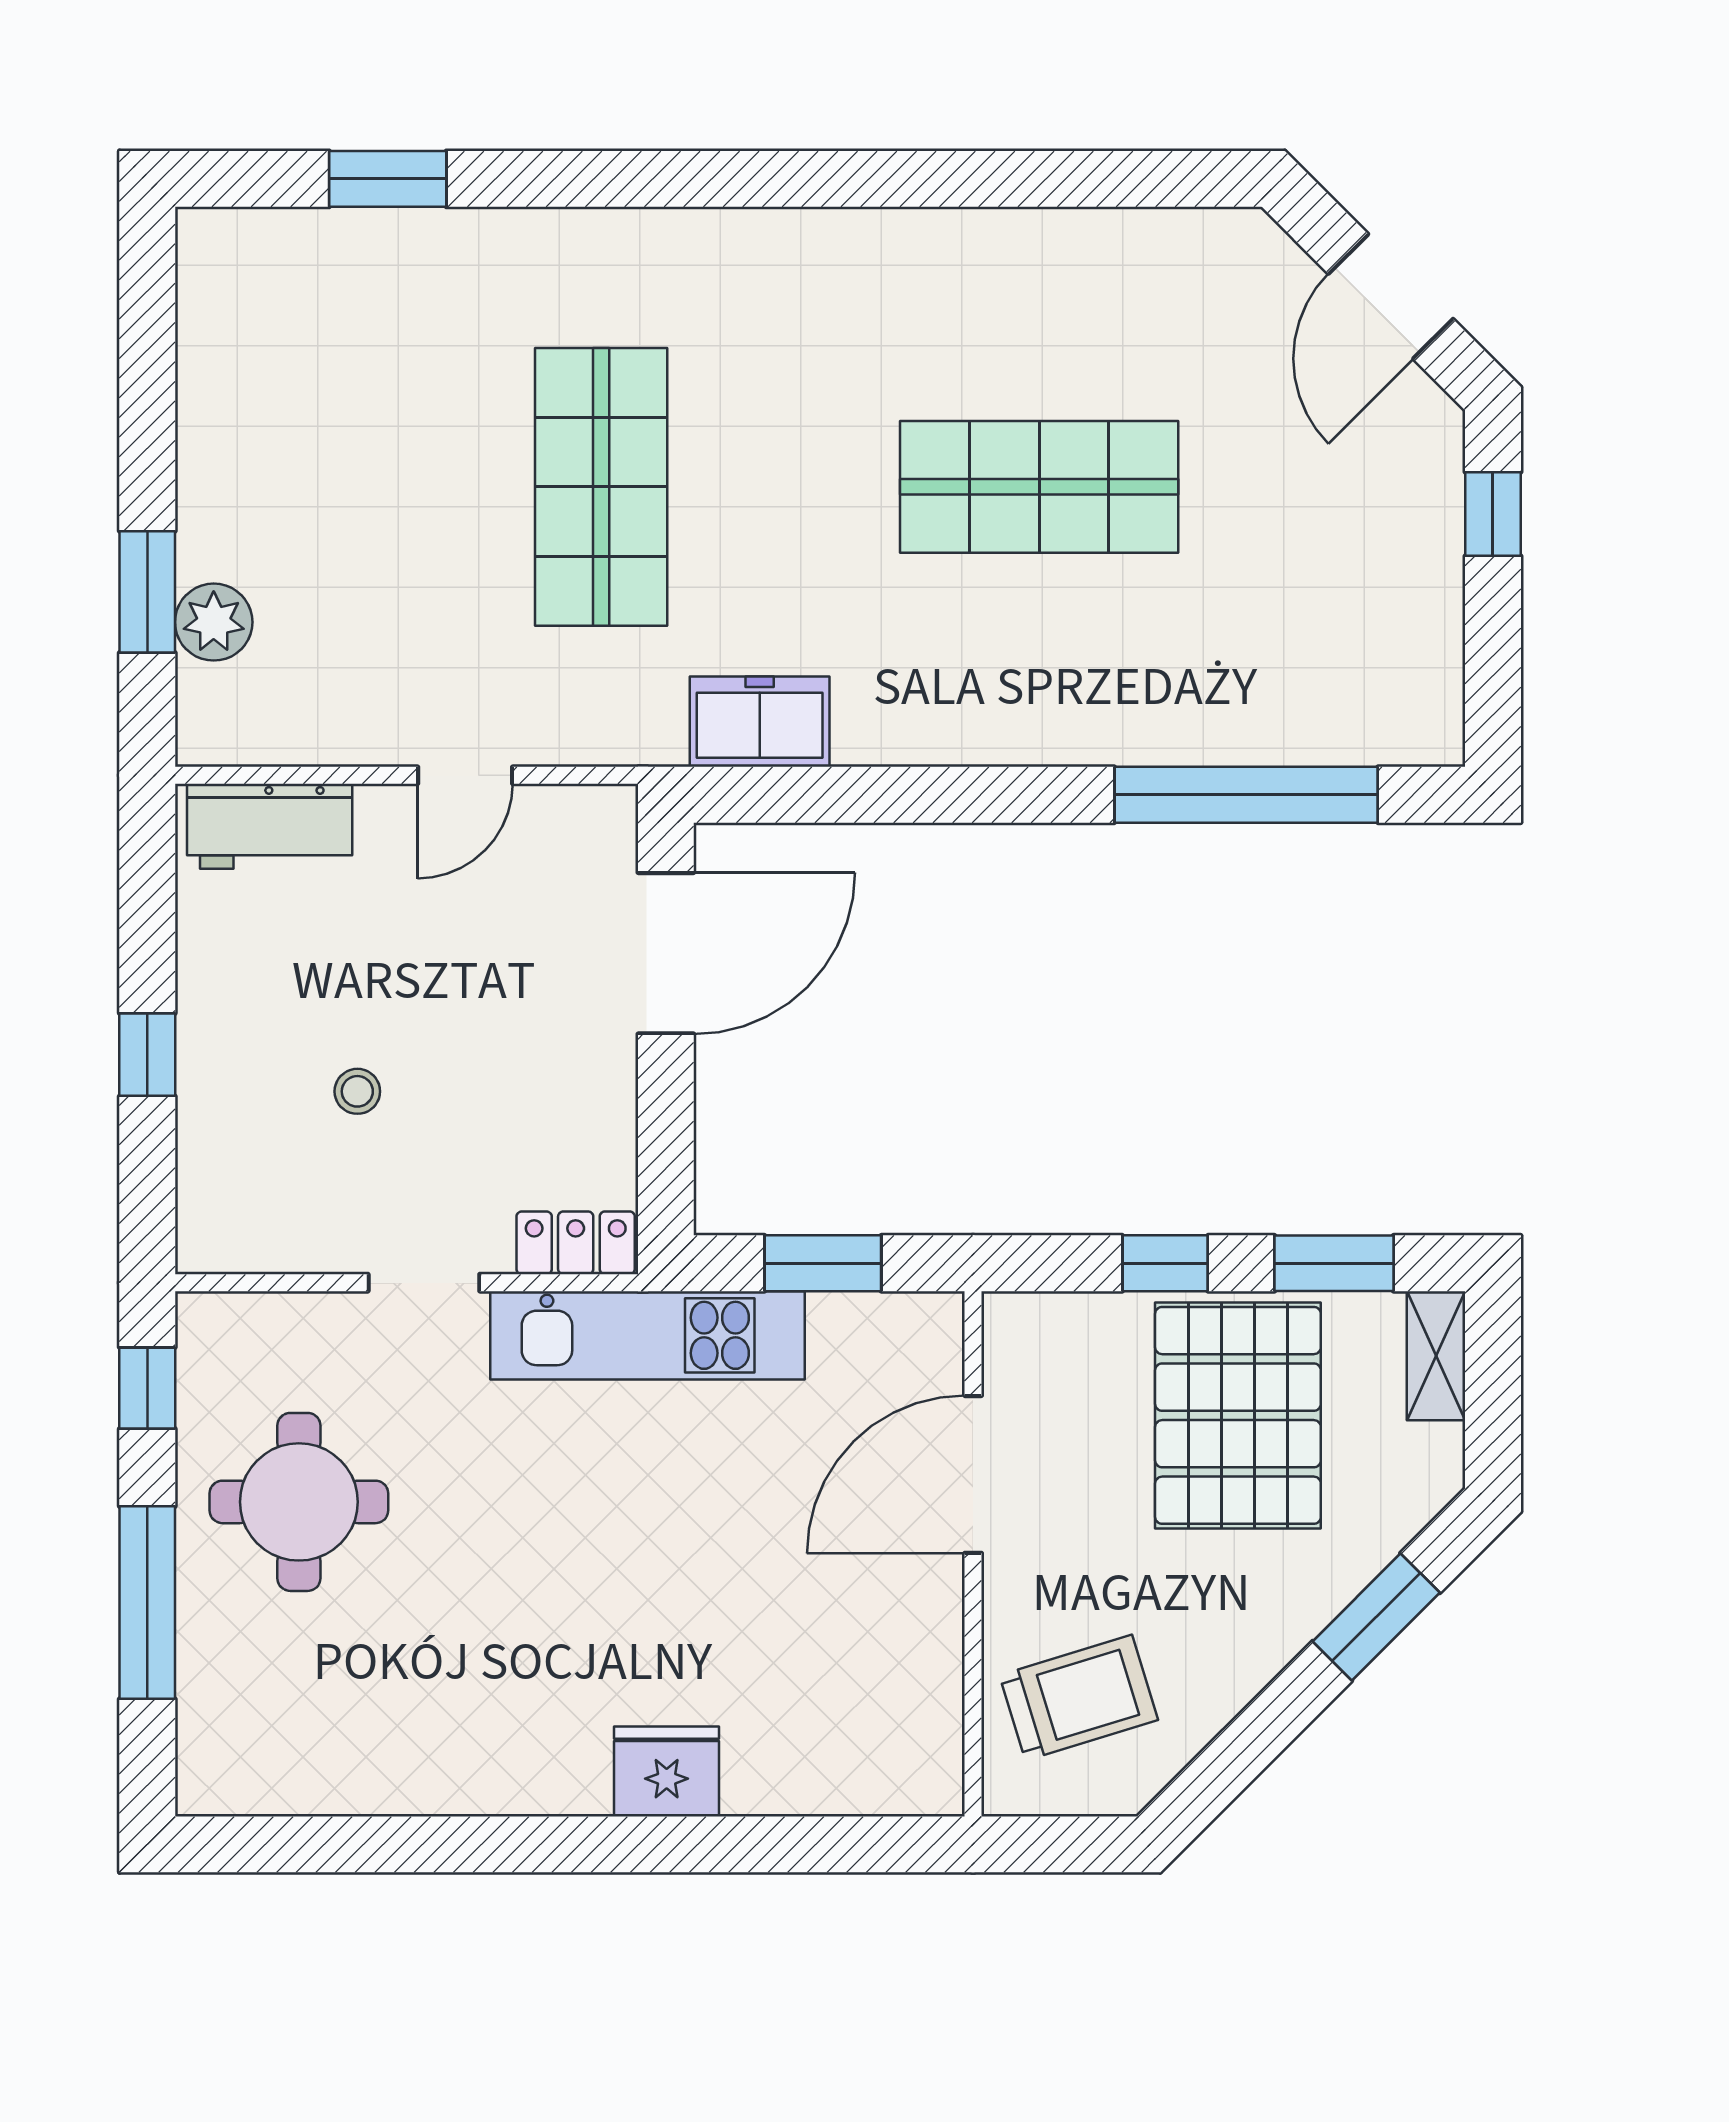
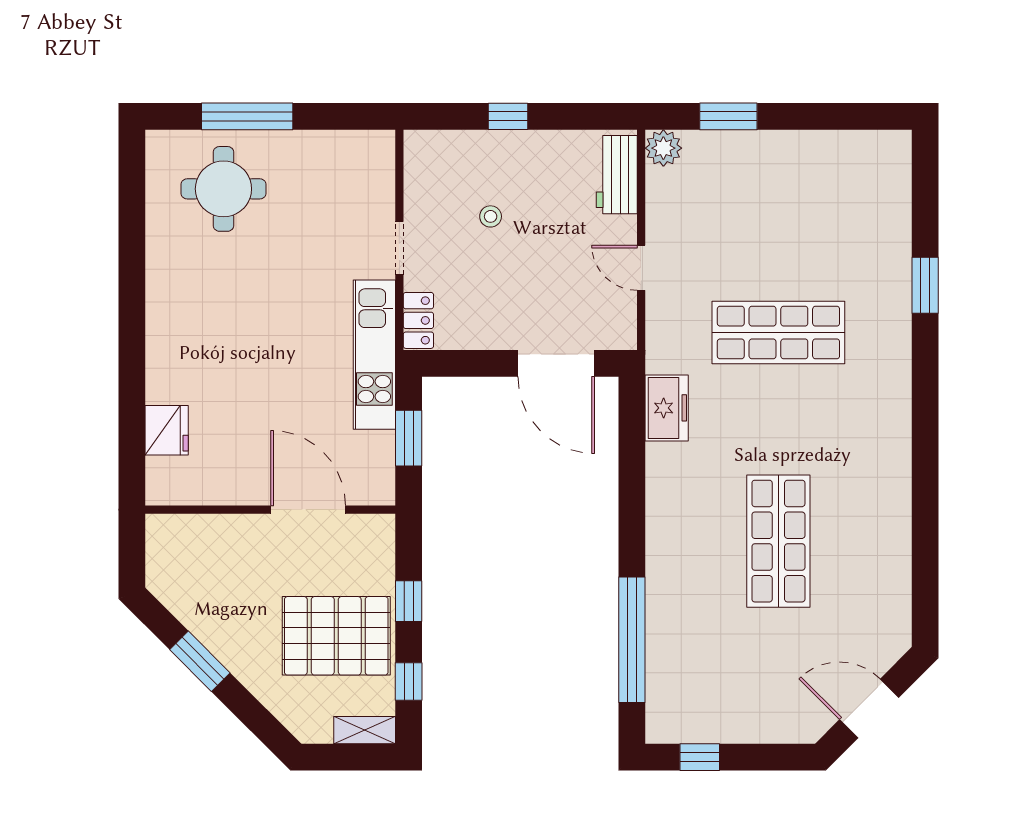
window: (388, 179) -> (925, 285), moved
window: (1493, 514) -> (700, 757), moved
plant: (214, 622) -> (663, 148), moved
window: (1334, 1263) -> (409, 682), width x0.67
window: (147, 1388) -> (349, 116), removed
round table: (299, 1502) -> (223, 189), moved
window: (1376, 1617) -> (200, 661), moved
trolley: (1079, 1698) -> (202, 560), removed
fridge: (667, 1771) -> (167, 430), moved

